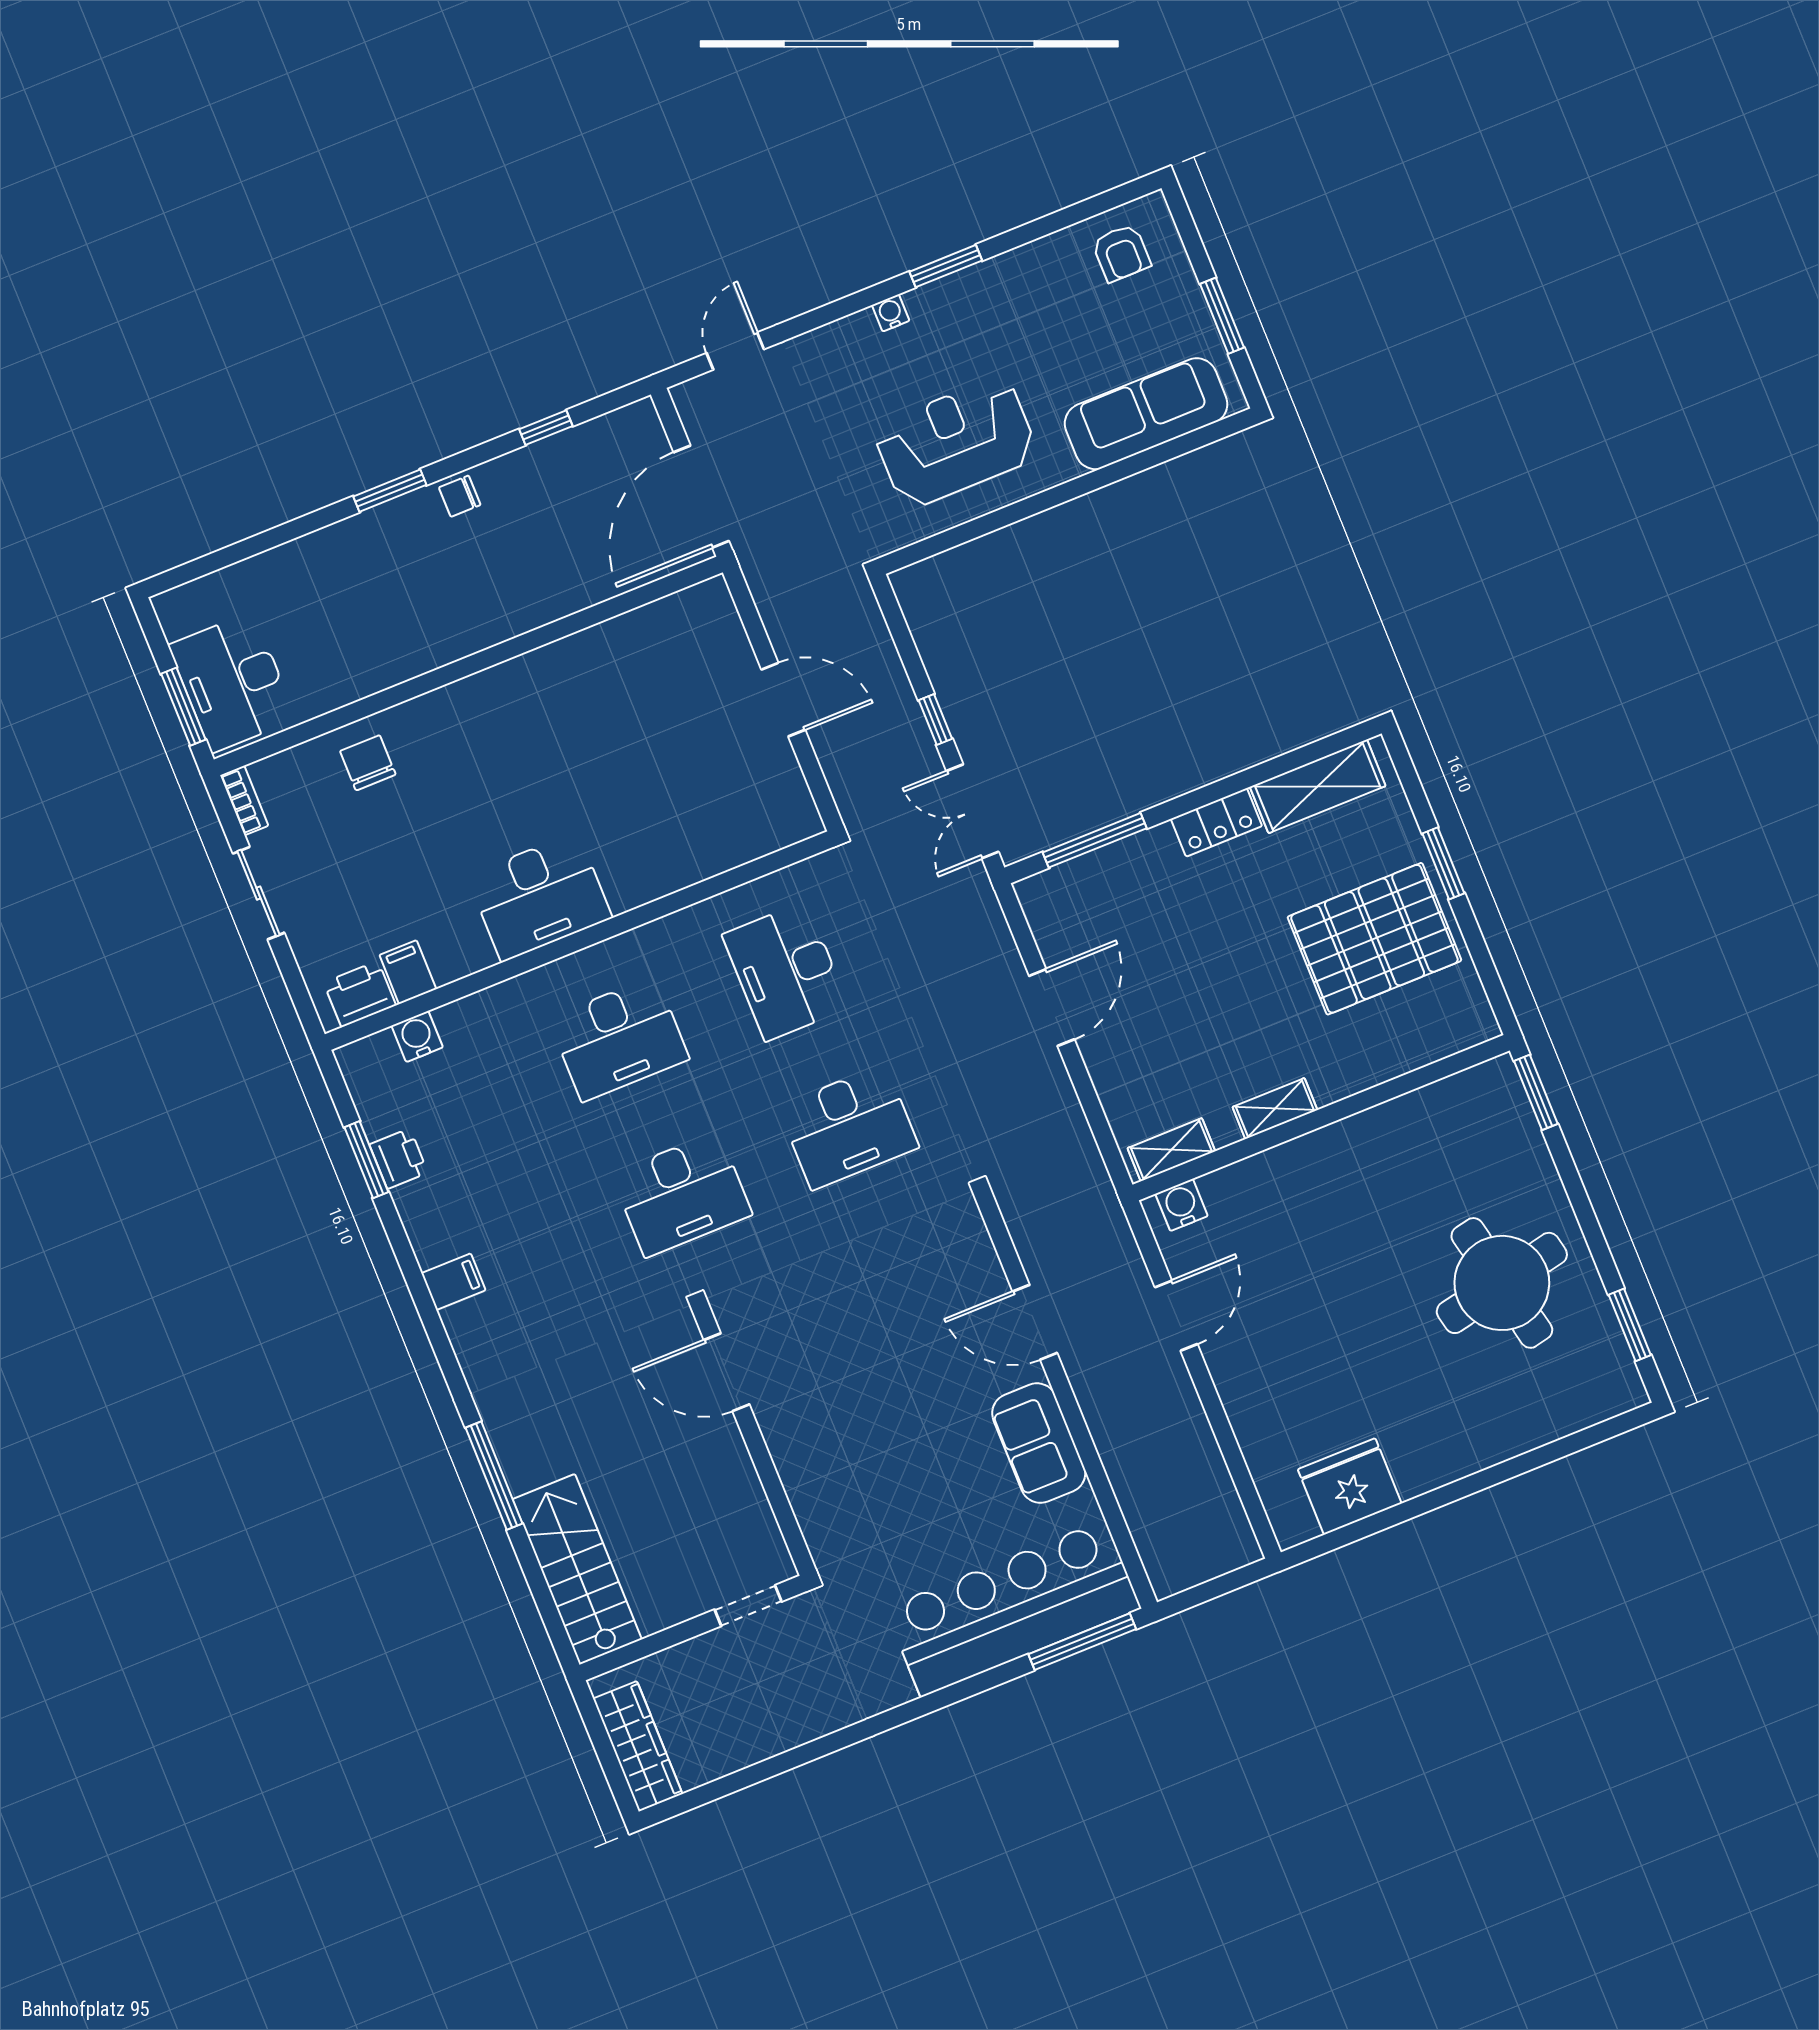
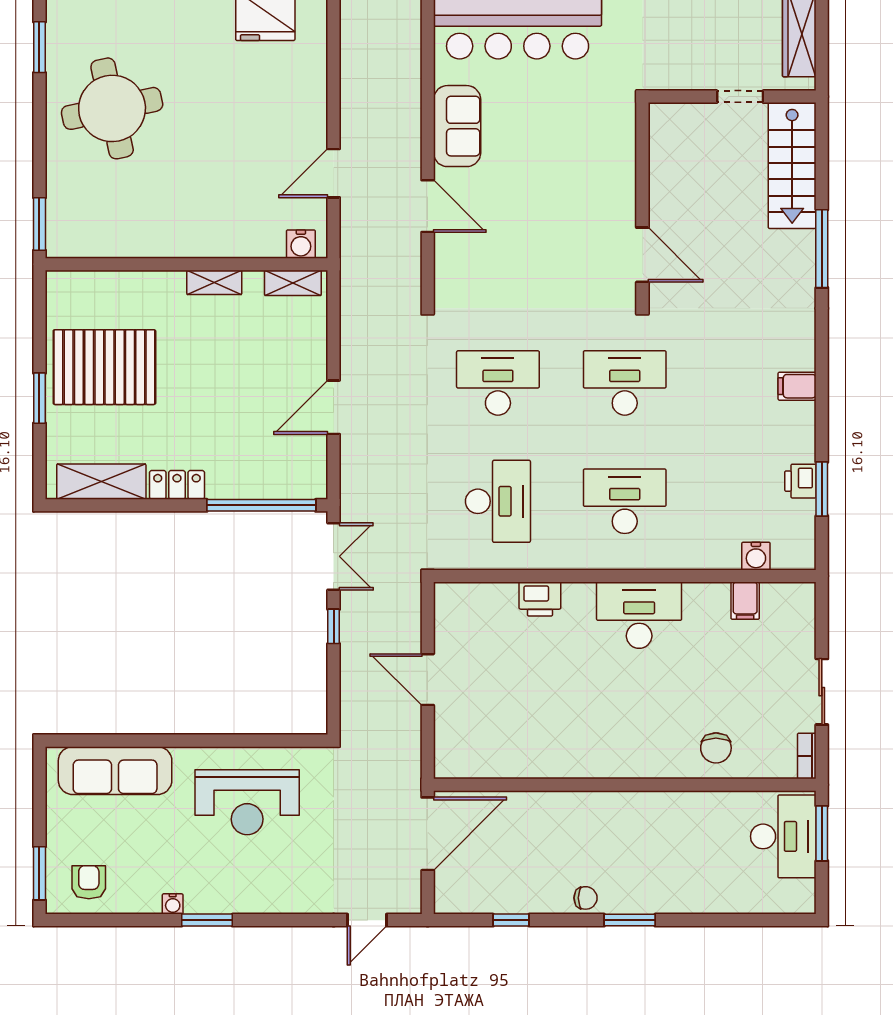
water cooler: (891, 313) -> (173, 904), moved
window: (1222, 316) -> (39, 873), moved
window: (1095, 840) -> (261, 505), width x1.46
printer: (360, 994) -> (540, 599), moved
doorway: (748, 1606) -> (740, 97), moved

